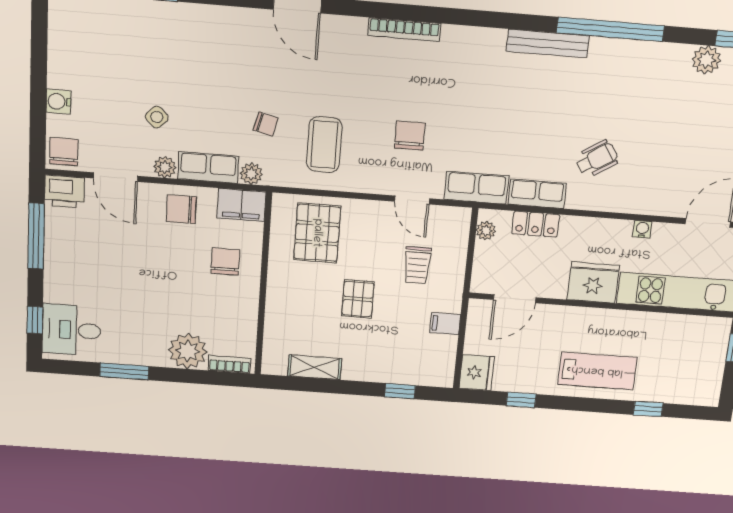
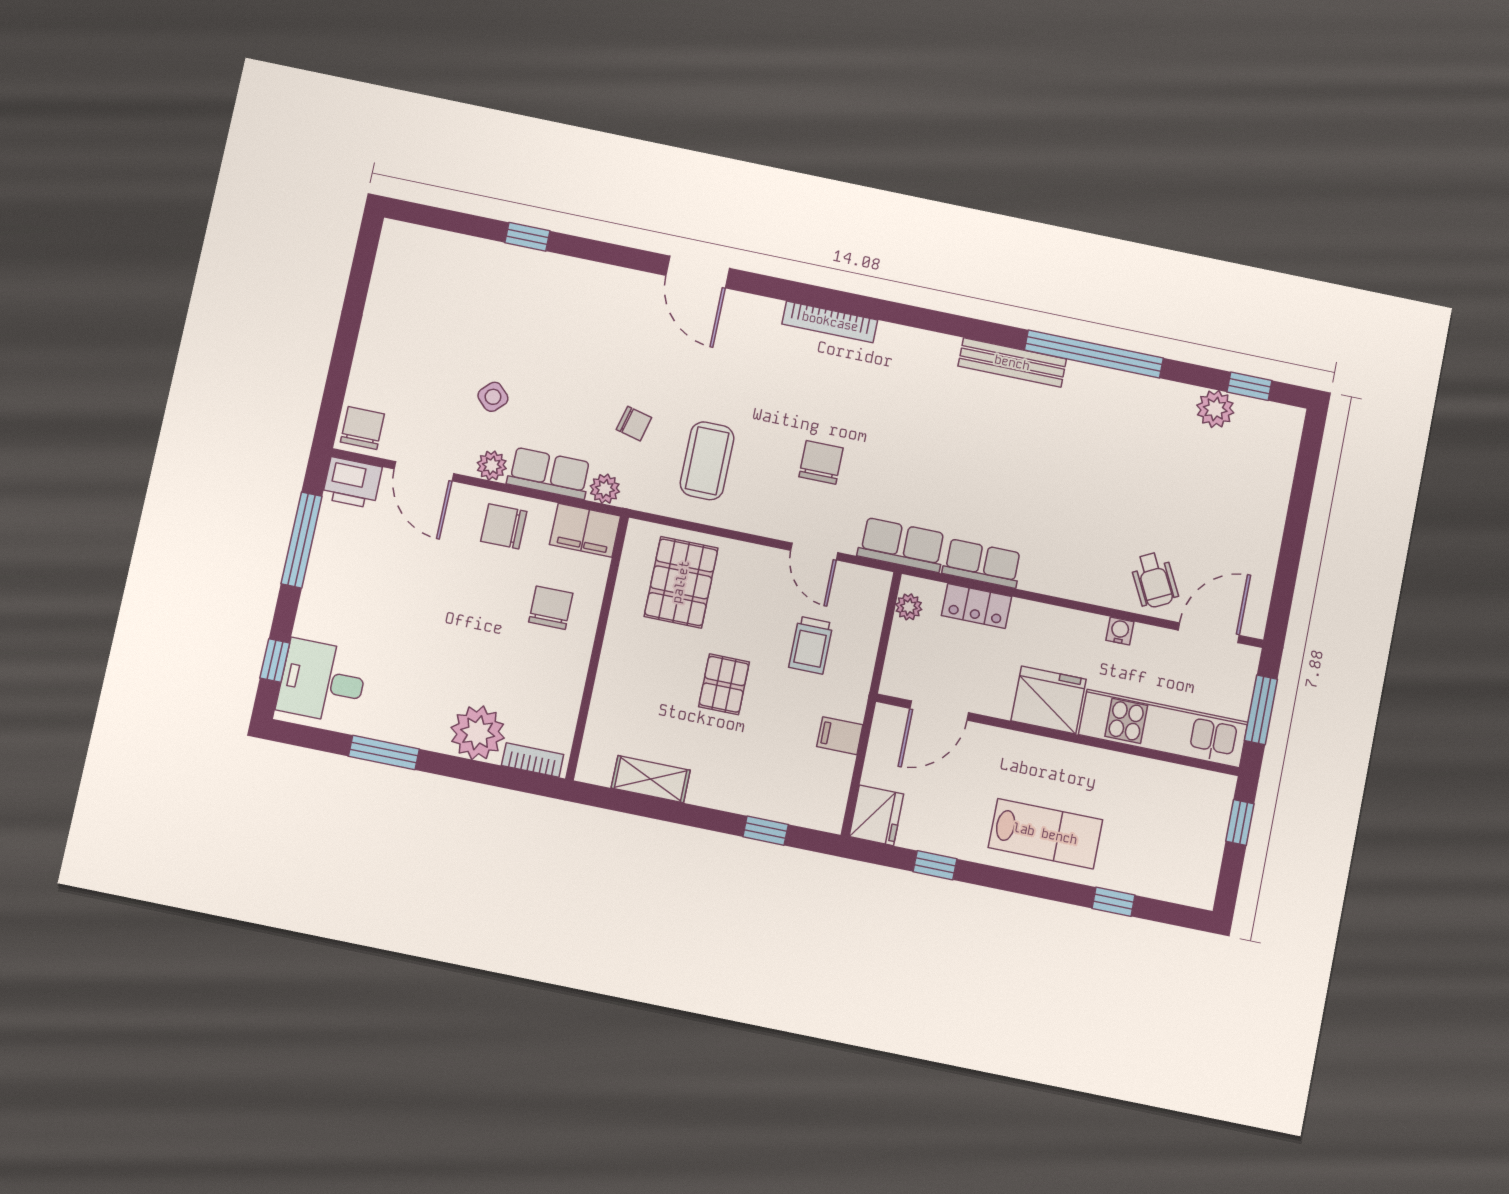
water cooler: (58, 102) -> (369, 361), removed
wheelchair: (597, 159) -> (1154, 580), moved, turned 96

